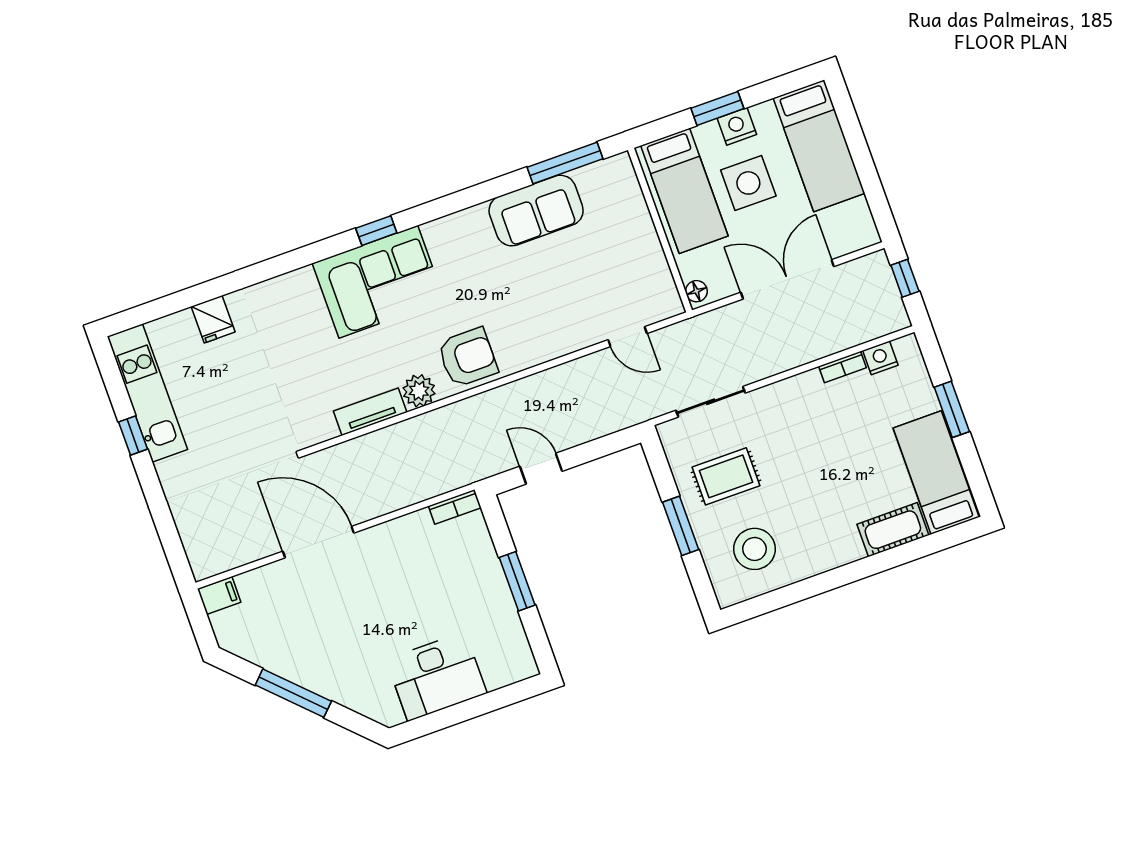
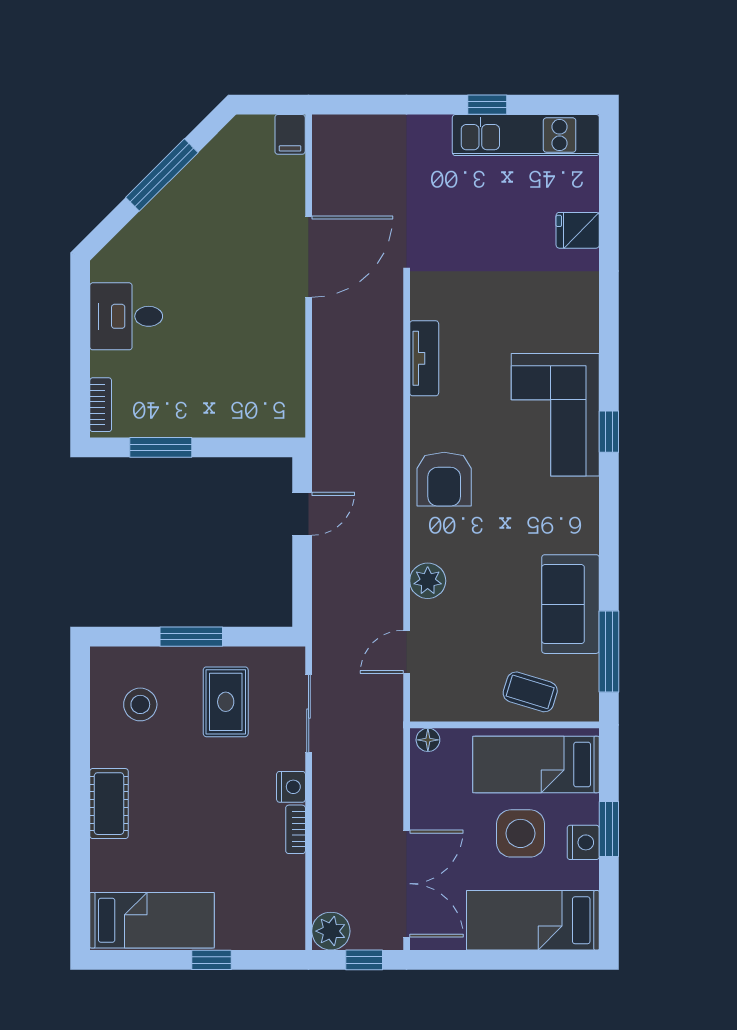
coffee table: (624, 218) -> (530, 692), added
double door: (787, 279) -> (407, 884), moved
plant: (890, 316) -> (331, 931), added
nightstand: (880, 358) -> (291, 787), moved
bookcase: (843, 367) -> (296, 829), moved
plant: (419, 391) -> (428, 581), moved
window: (952, 409) -> (211, 960), width x0.67
bookcase: (455, 507) -> (101, 405), moved, turned 180
cot: (893, 530) -> (109, 804), moved
stool: (754, 549) -> (140, 704), width x0.73, depth x0.73
window: (517, 581) -> (161, 447), moved
desk: (436, 676) -> (126, 316), width x0.73

